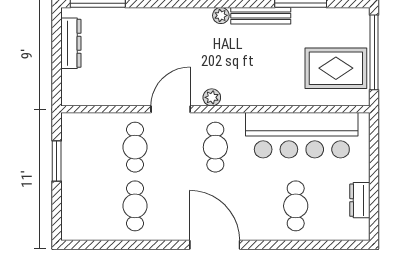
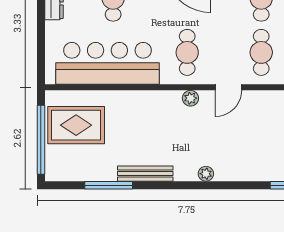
plant: (221, 15) -> (206, 174), moved
door: (171, 109) -> (228, 87), width x0.73

